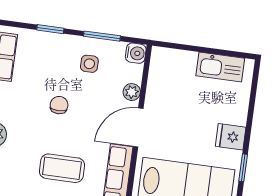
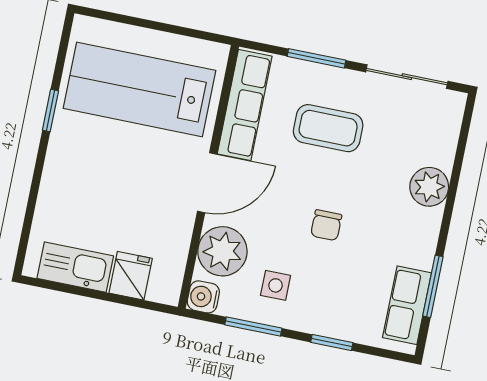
plant: (132, 92) -> (222, 251), width x1.87, depth x1.87
fridge: (231, 137) -> (131, 276), moved, turned -90

